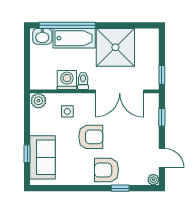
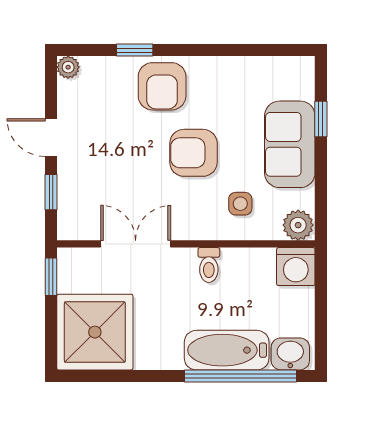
shower: (115, 47) -> (95, 332), moved
washing machine: (67, 80) -> (296, 267), moved
double door: (120, 91) -> (136, 244), width x0.73
sofa: (43, 157) -> (290, 144), moved
door: (162, 158) -> (51, 138), moved
armchair: (106, 170) -> (162, 86), turned 90

